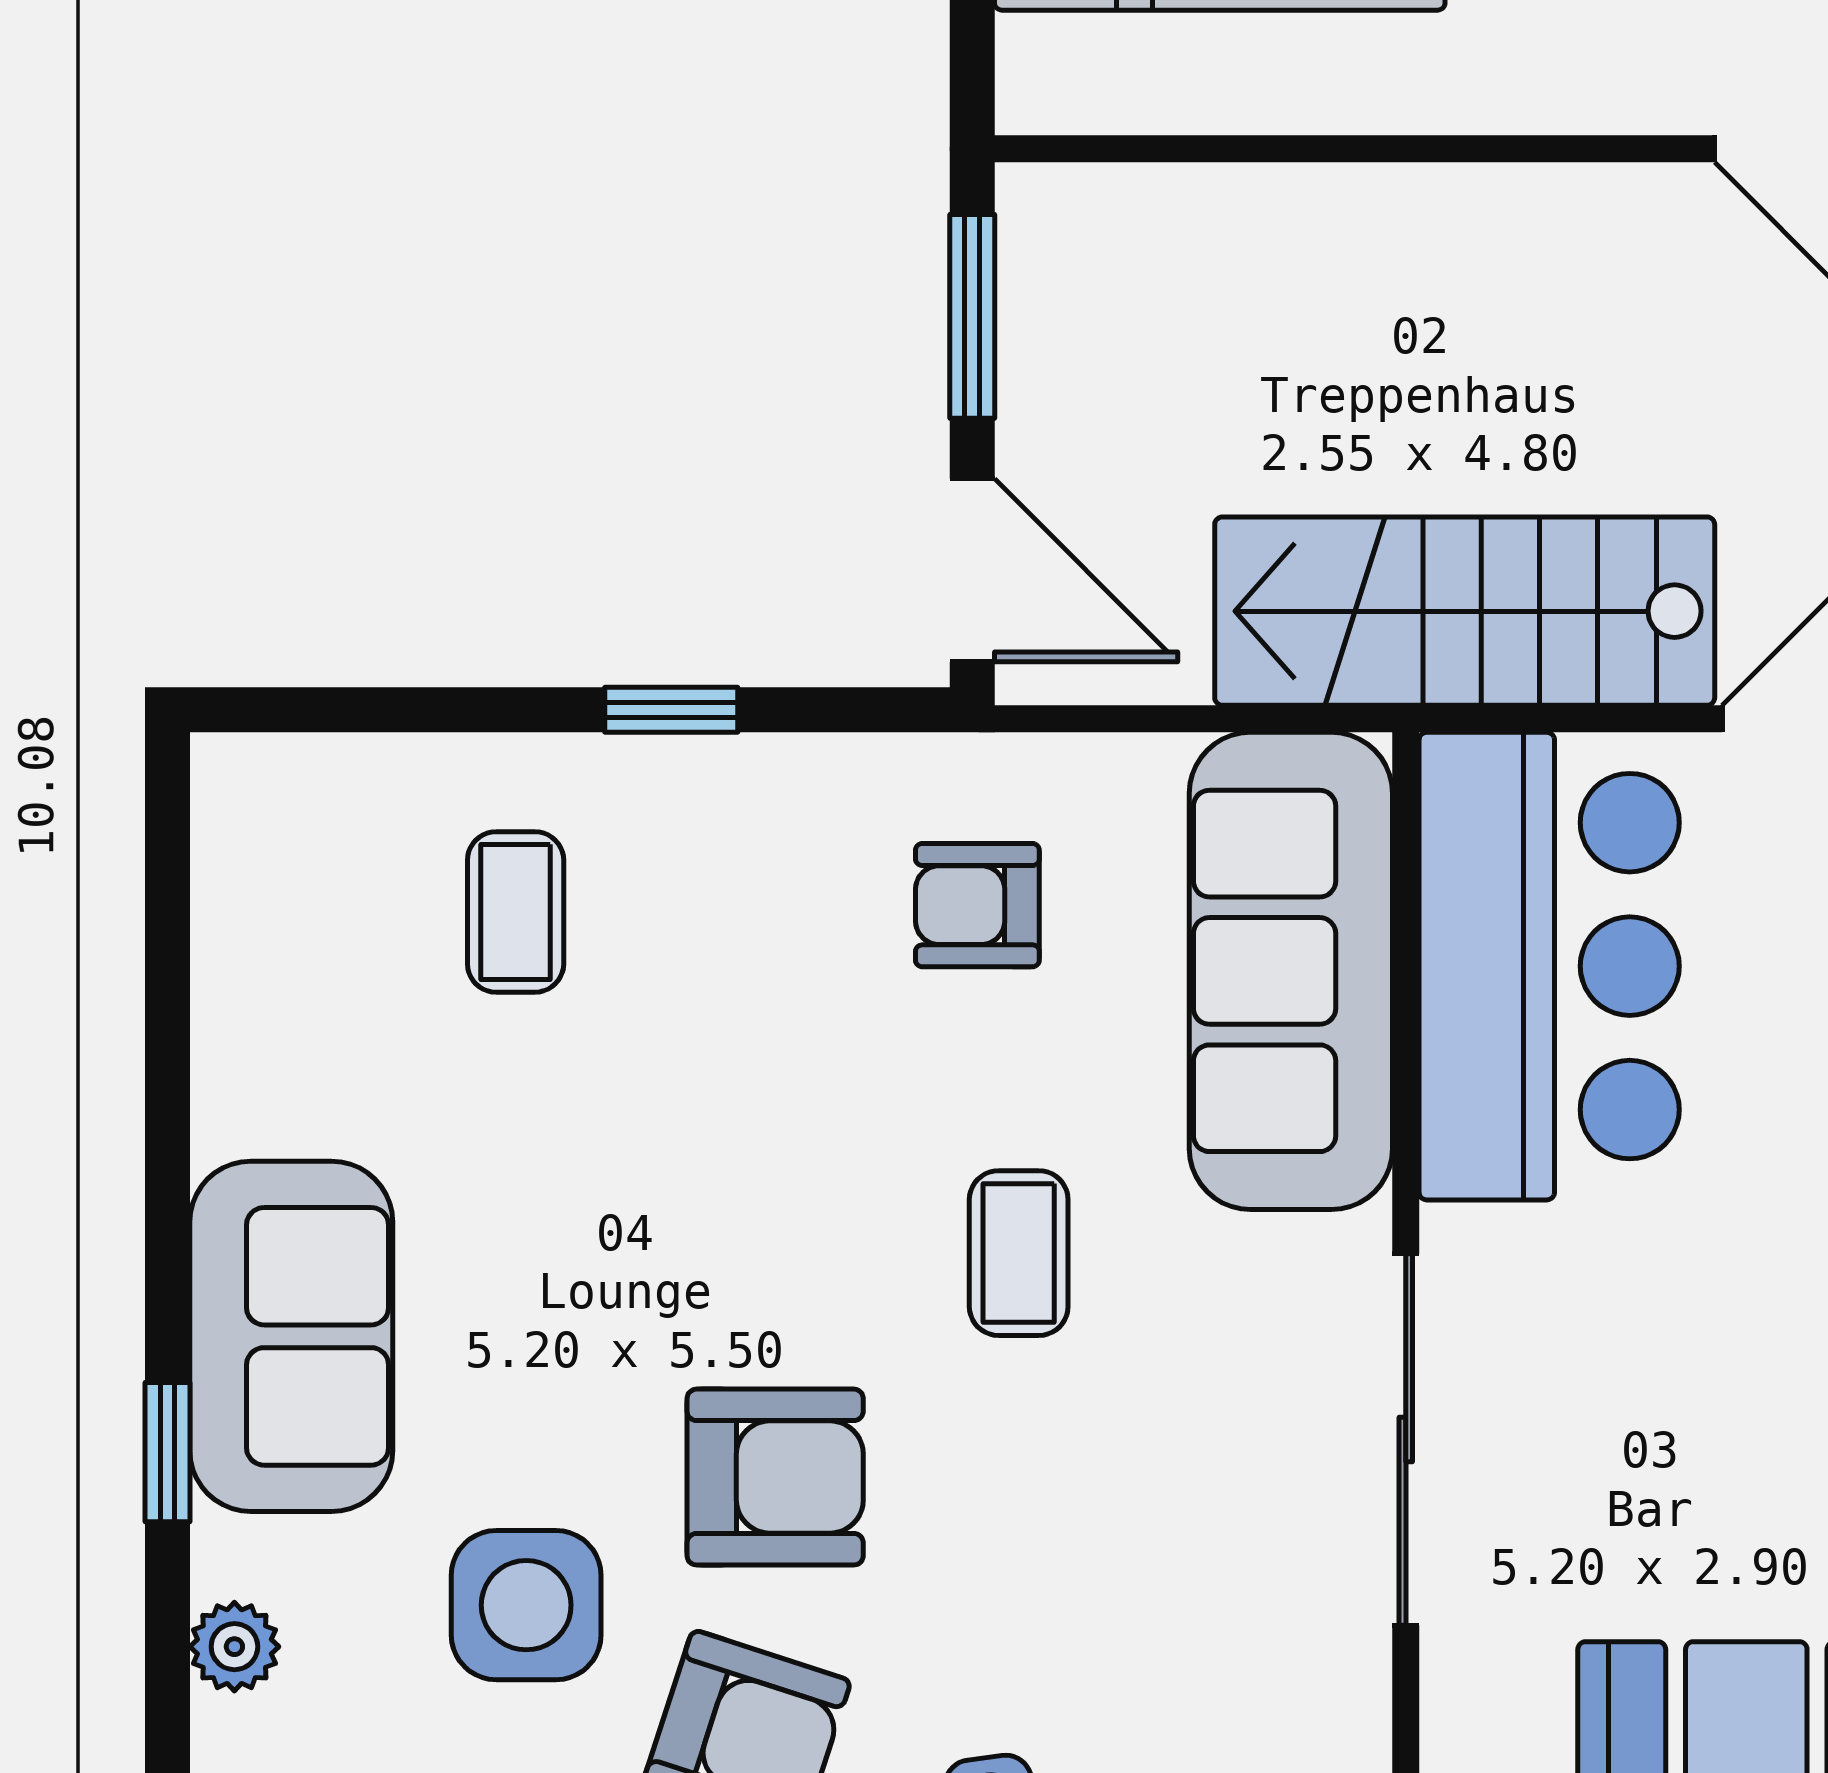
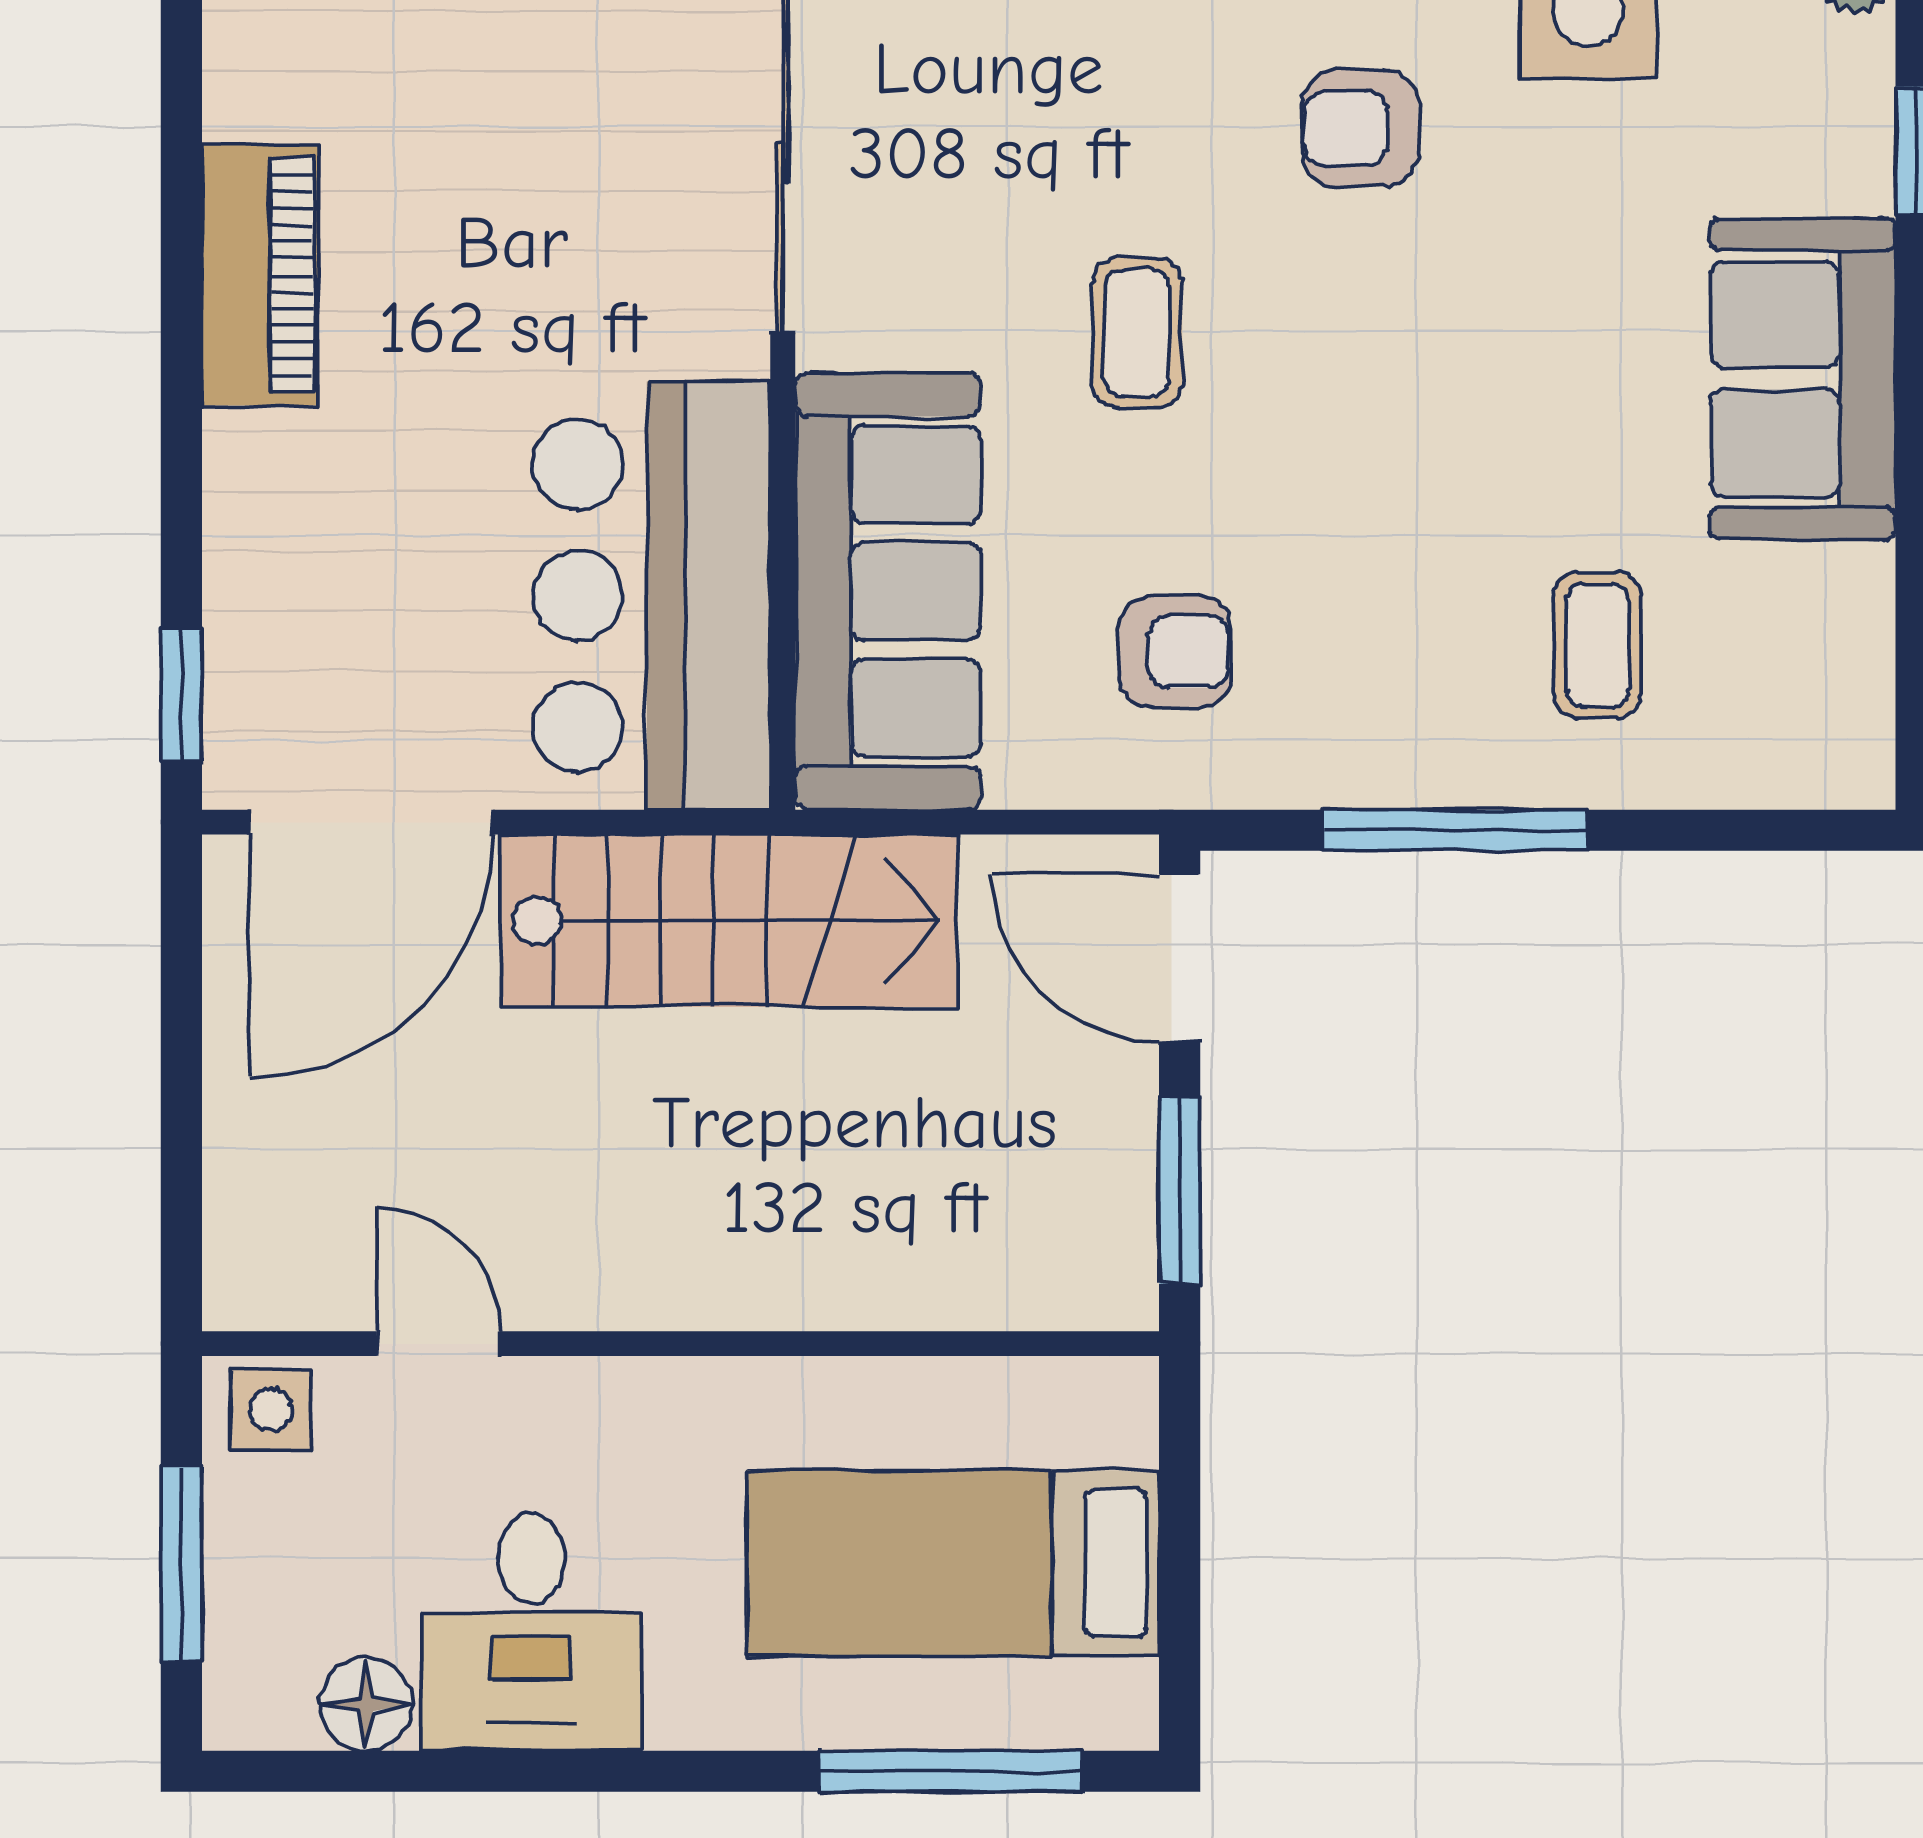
window: (671, 710) -> (1455, 830), width x2.17
sofa: (291, 1336) -> (1803, 379), moved
armchair: (775, 1477) -> (1360, 128), width x0.72, depth x0.72

